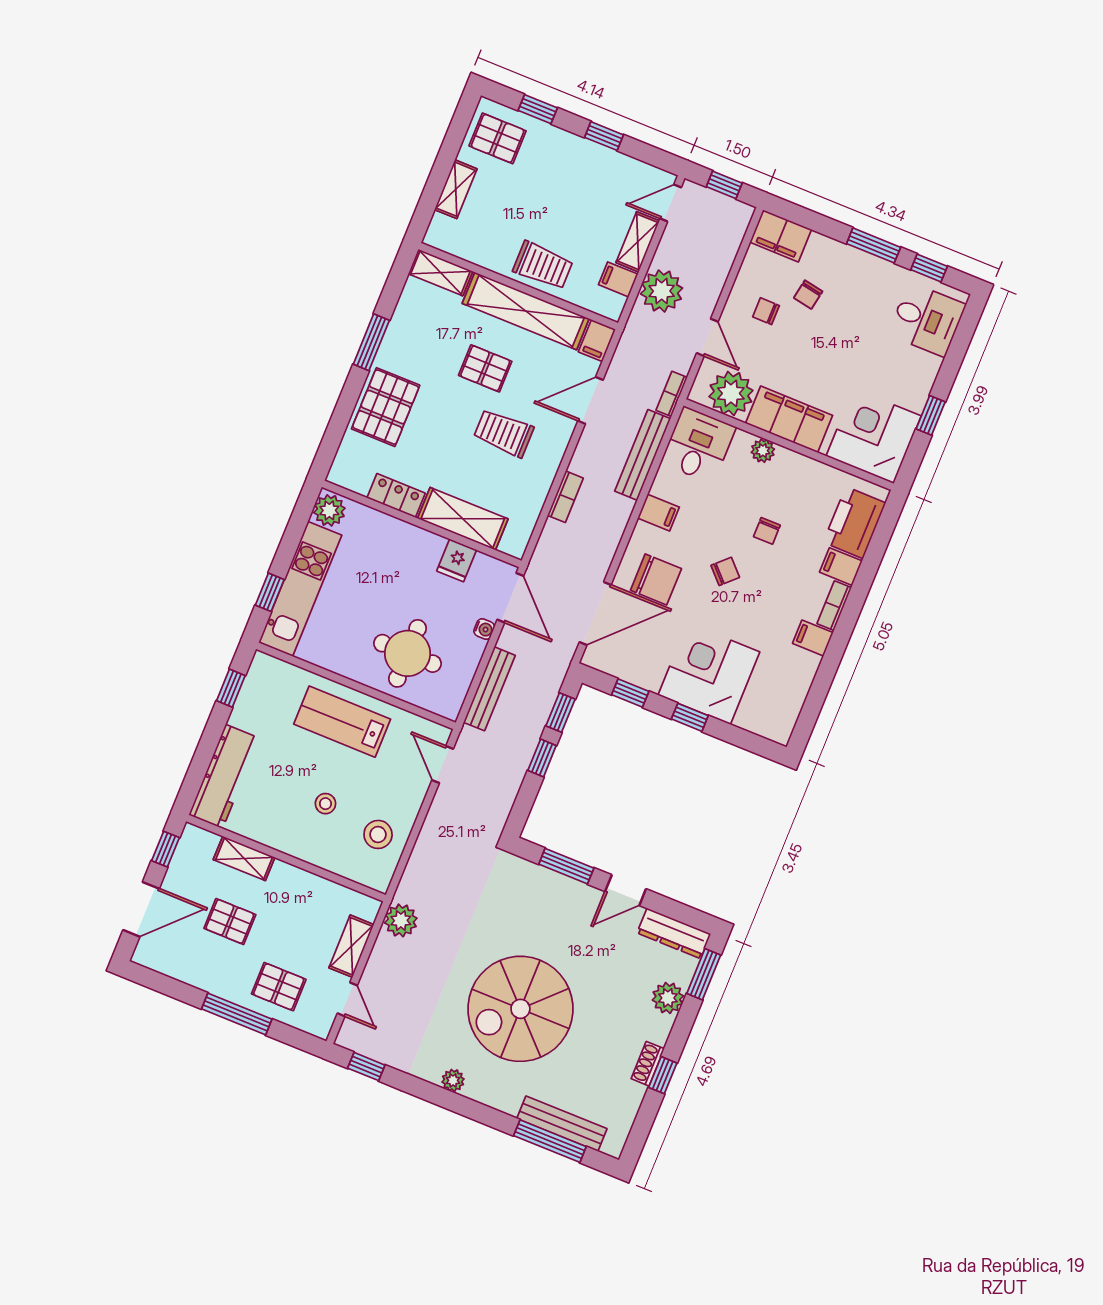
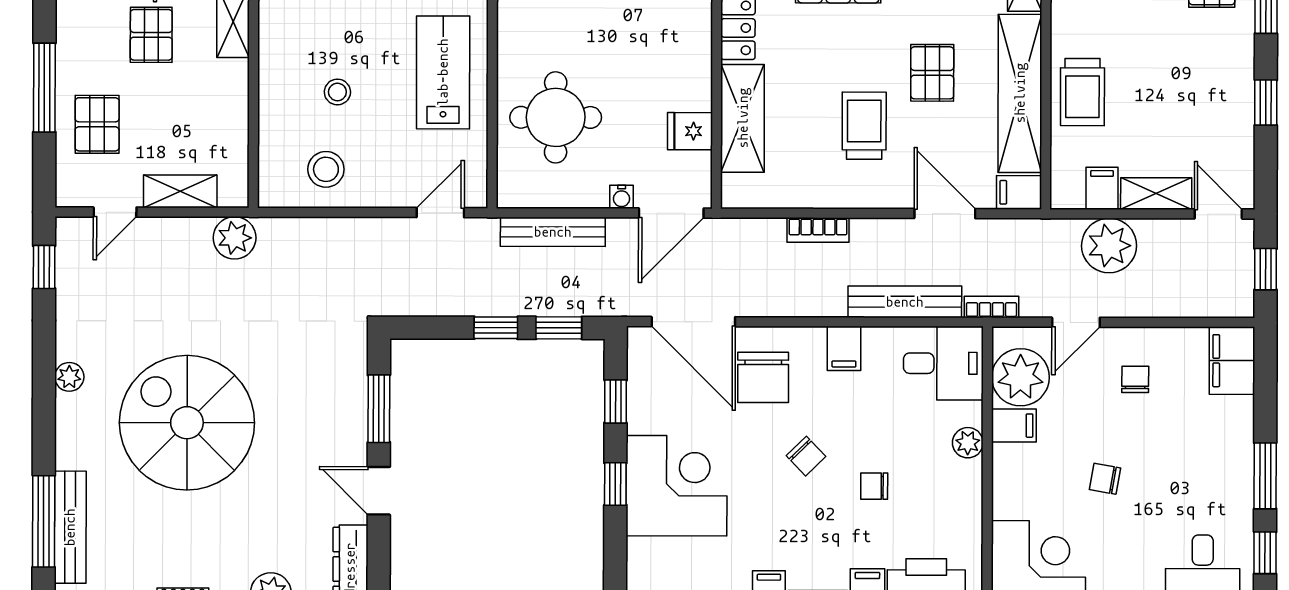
chair: (808, 295) -> (1105, 479), moved
filing cabinet: (789, 419) -> (1014, 426), width x0.33, depth x0.86

